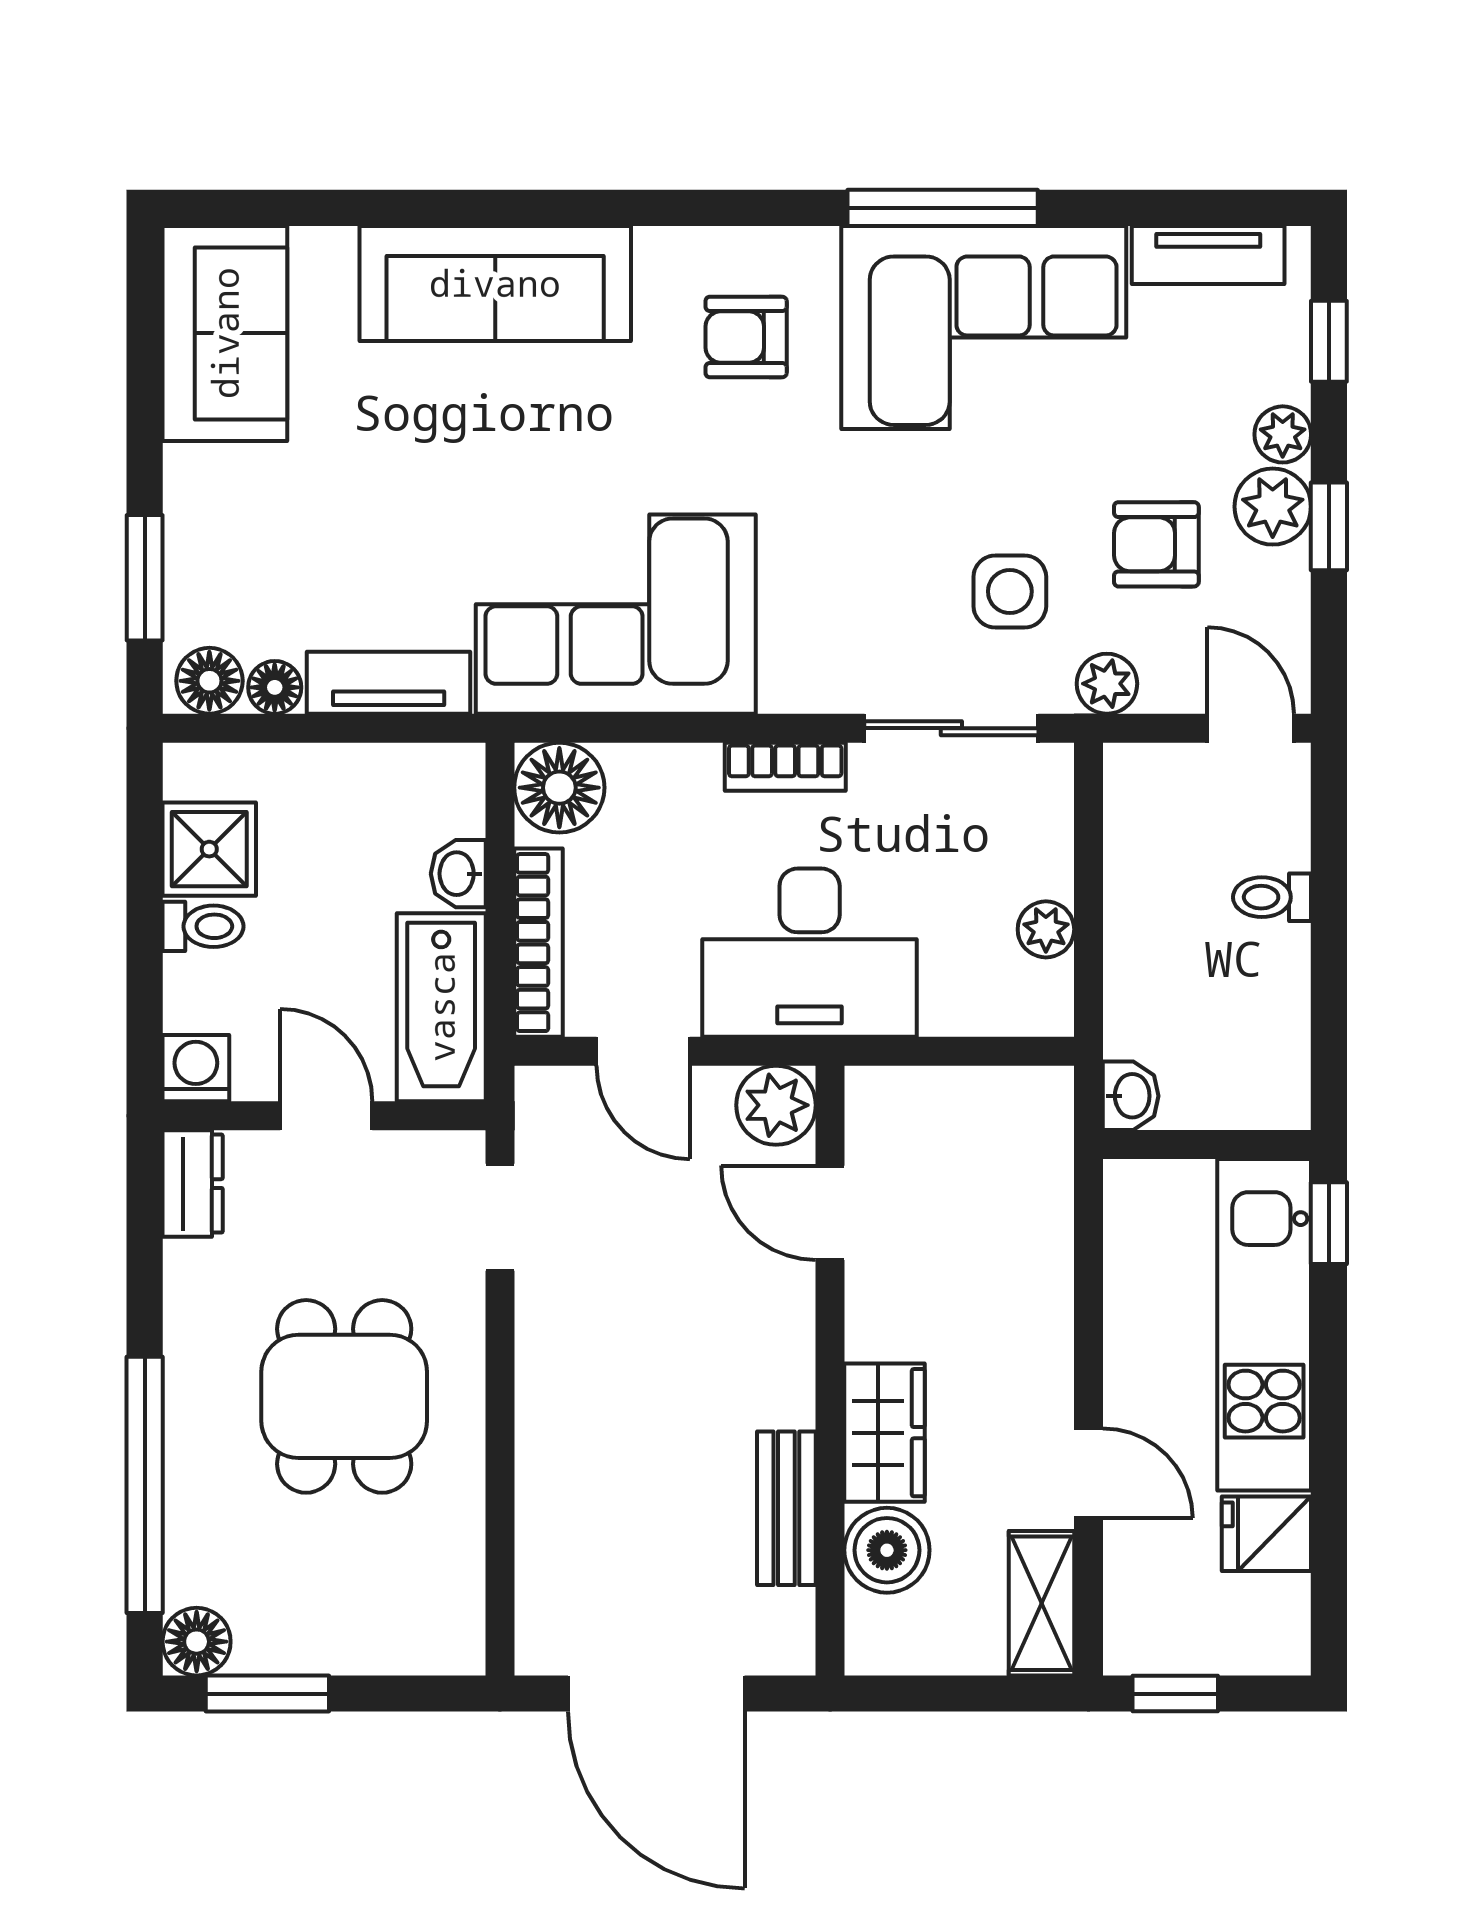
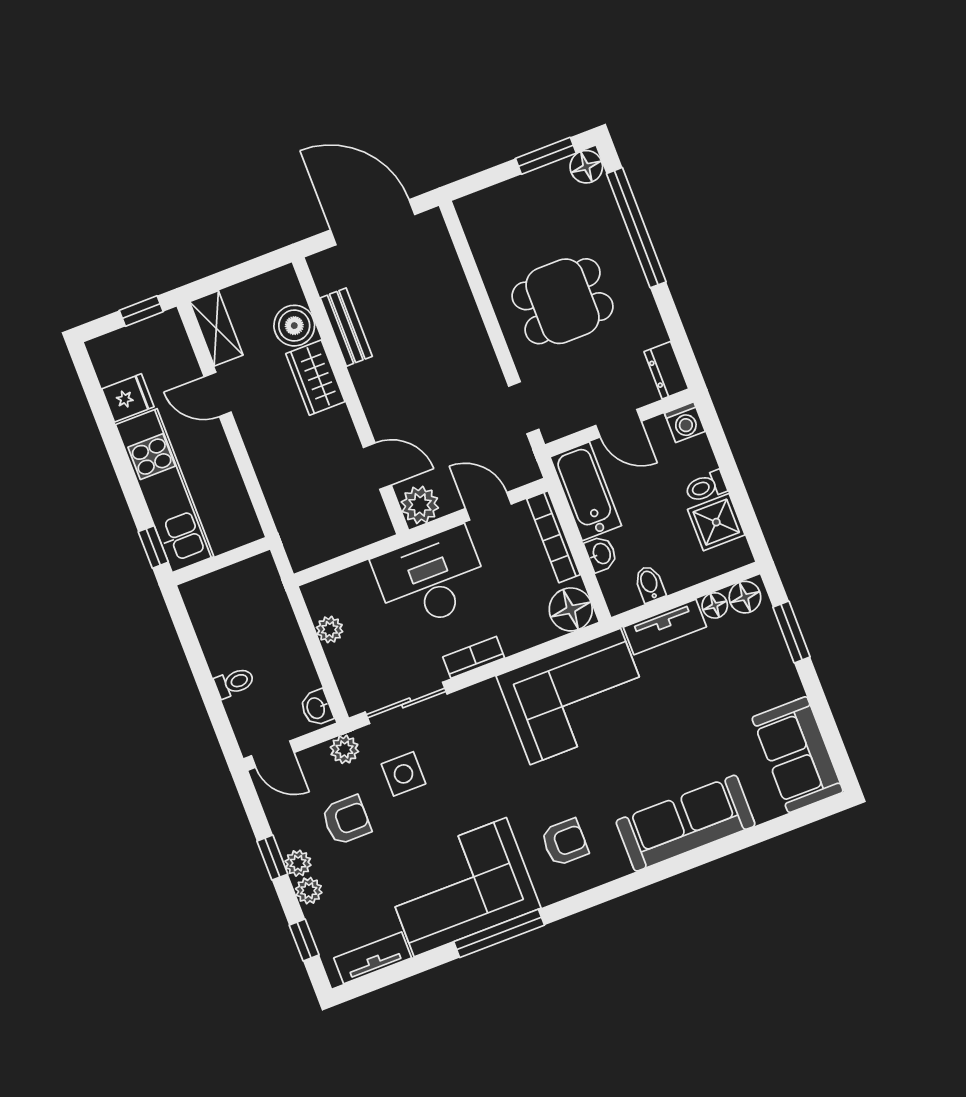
plant: (1273, 507) -> (298, 863), width x0.73, depth x0.73
bidet: (386, 778) -> (650, 584), added
washbasin: (1131, 1096) -> (316, 708), moved
dining table: (344, 1396) -> (563, 301), turned 90

